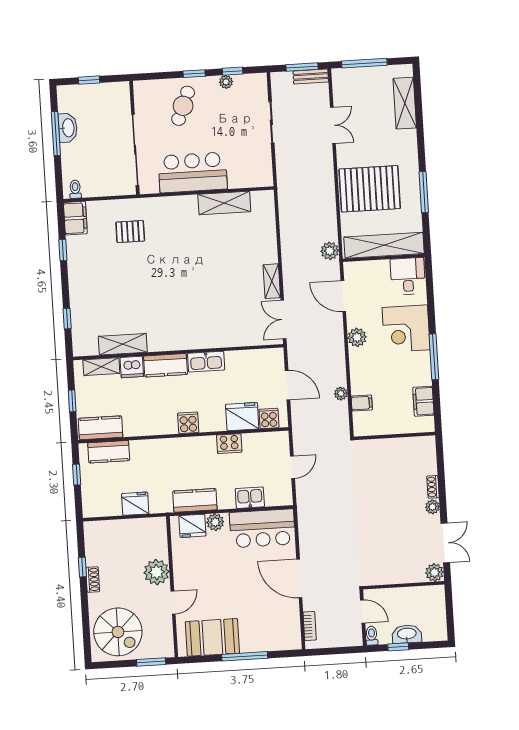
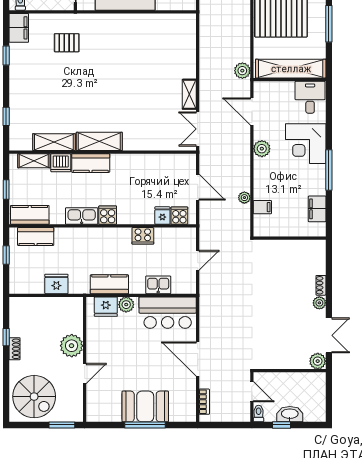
shelving: (224, 203) -> (99, 141), moved
kitchen sink: (206, 362) -> (82, 216), moved, turned 180
fridge: (242, 417) -> (162, 216), width x0.53, depth x0.75
booth: (212, 637) -> (145, 406), moved

